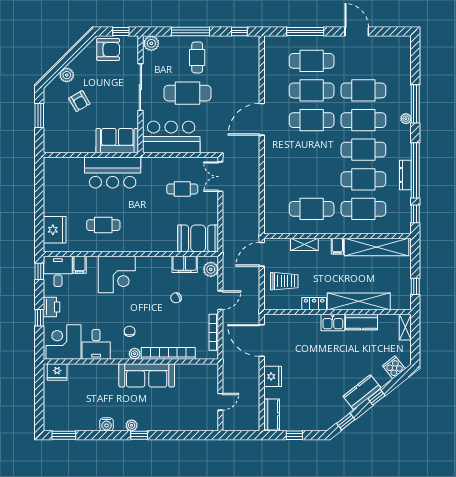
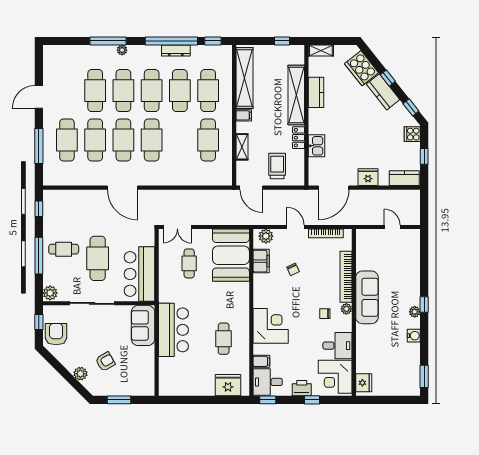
cafe table: (312, 150) -> (152, 140), added
booth: (198, 238) -> (231, 255), width x1.36, depth x1.42
kitchen sink: (333, 322) -> (317, 146), moved
cooker: (394, 367) -> (361, 68), width x1.87, depth x1.31
cooker: (318, 423) -> (412, 134), added

